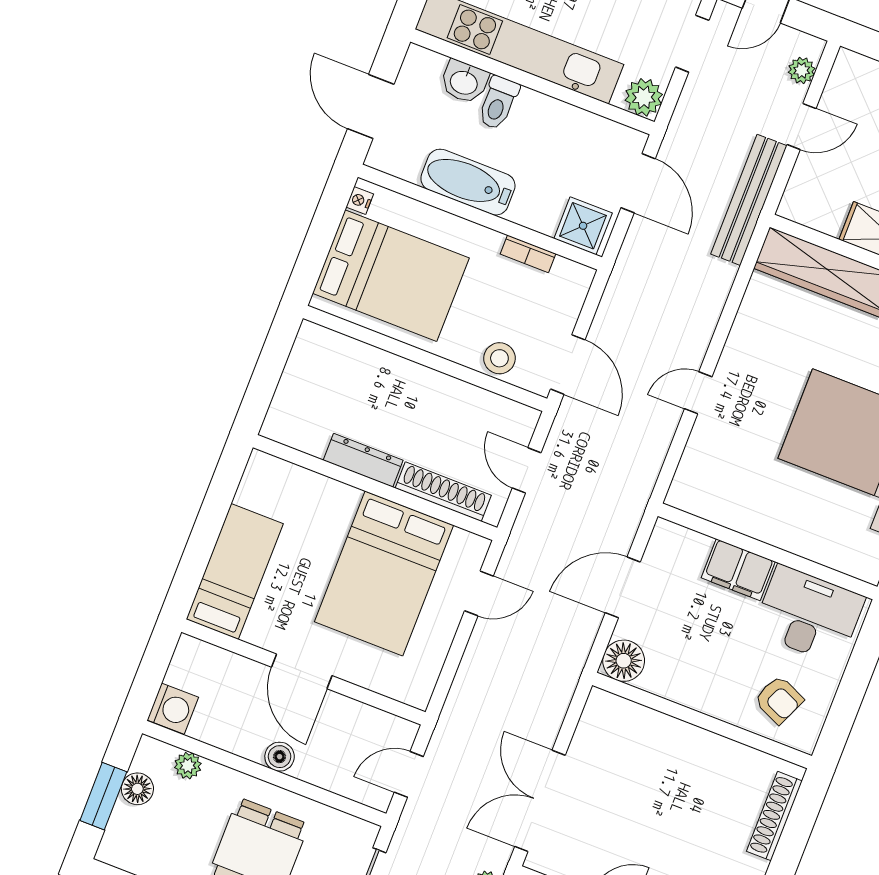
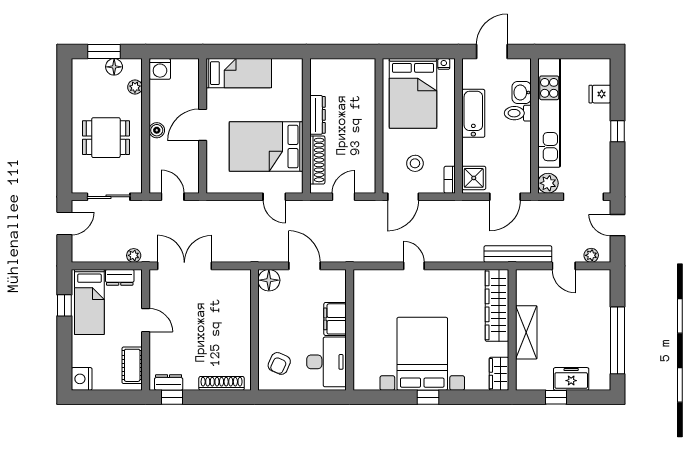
doorway: (692, 44) -> (583, 197), width x1.38
bookcase: (528, 254) -> (450, 180), moved
stool: (499, 358) -> (415, 163), moved

